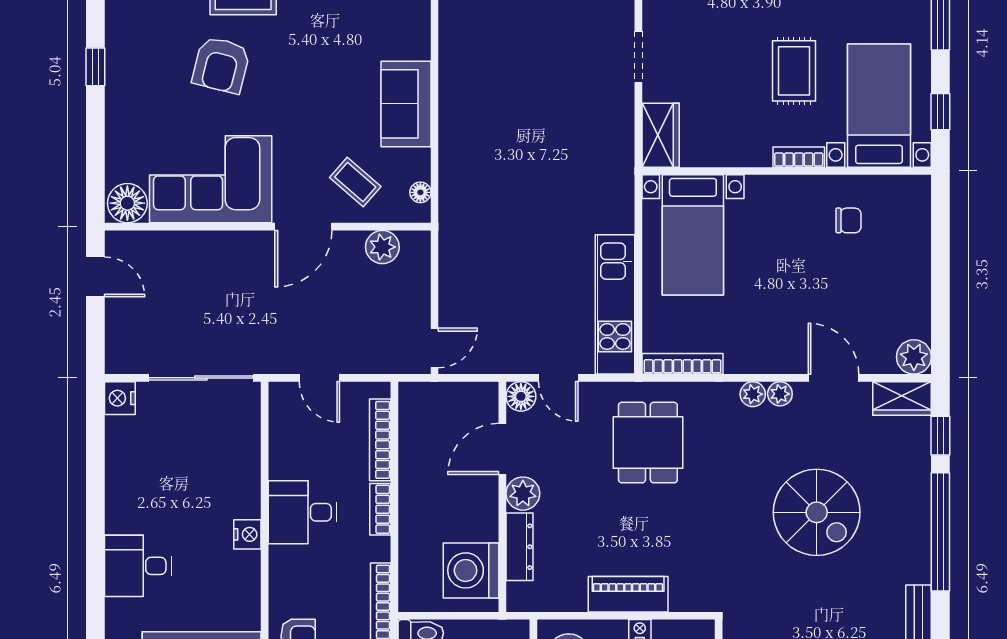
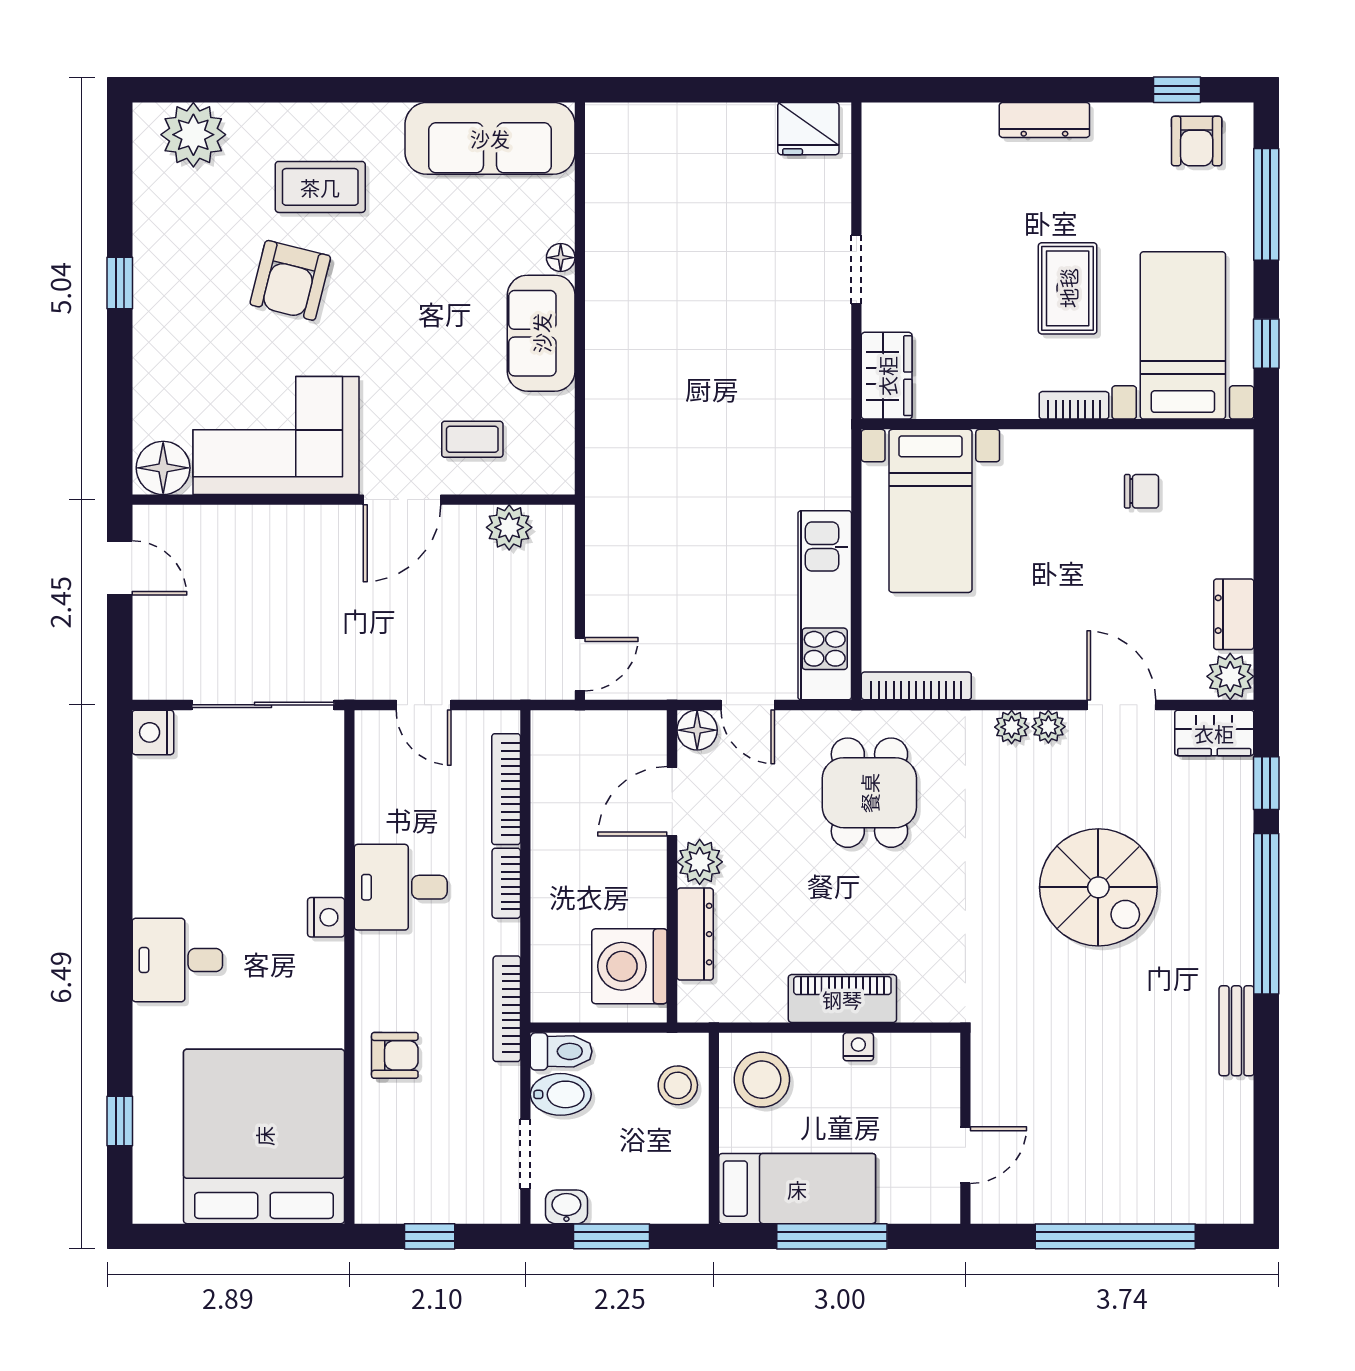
coffee table: (355, 182) -> (472, 439), turned -41
floor lamp: (420, 192) -> (561, 258), moved
dresser: (916, 311) -> (1234, 614), added

